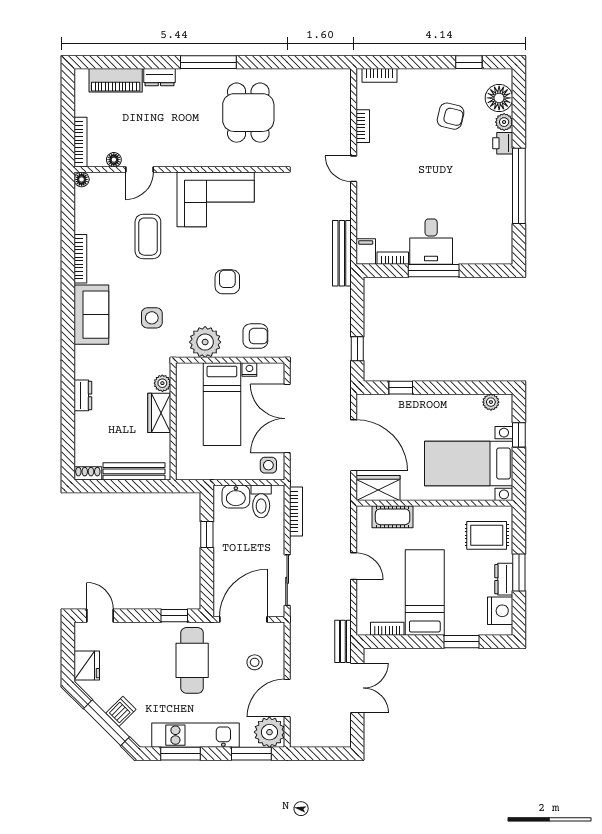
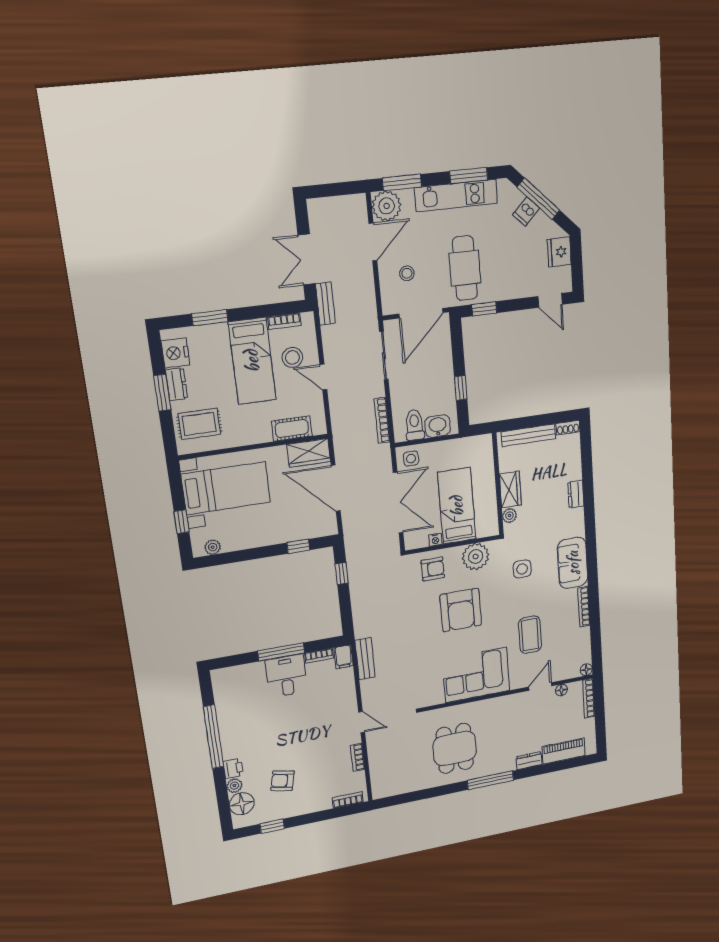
bench: (342, 253) -> (365, 659), width x0.73
armchair: (227, 282) -> (461, 610), width x1.88, depth x1.88
armchair: (255, 336) -> (433, 569), turned 180
stool: (383, 591) -> (292, 357), added

